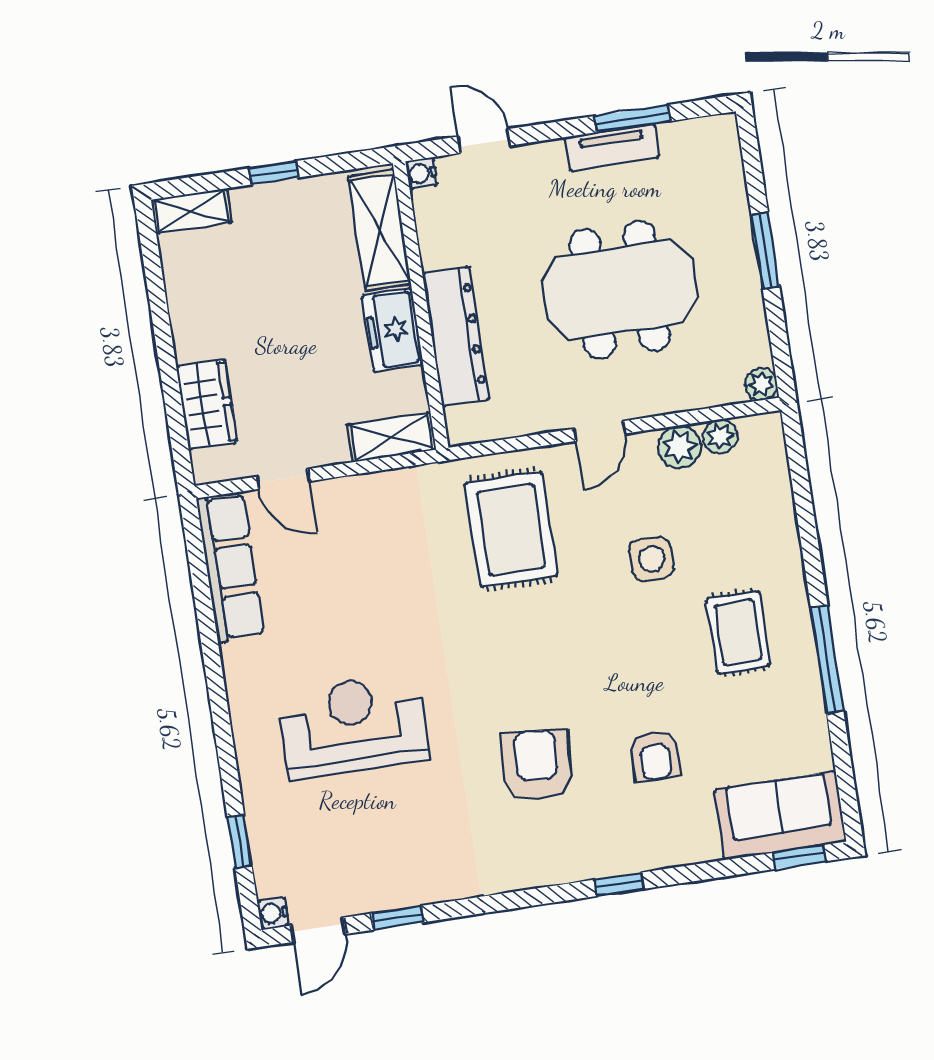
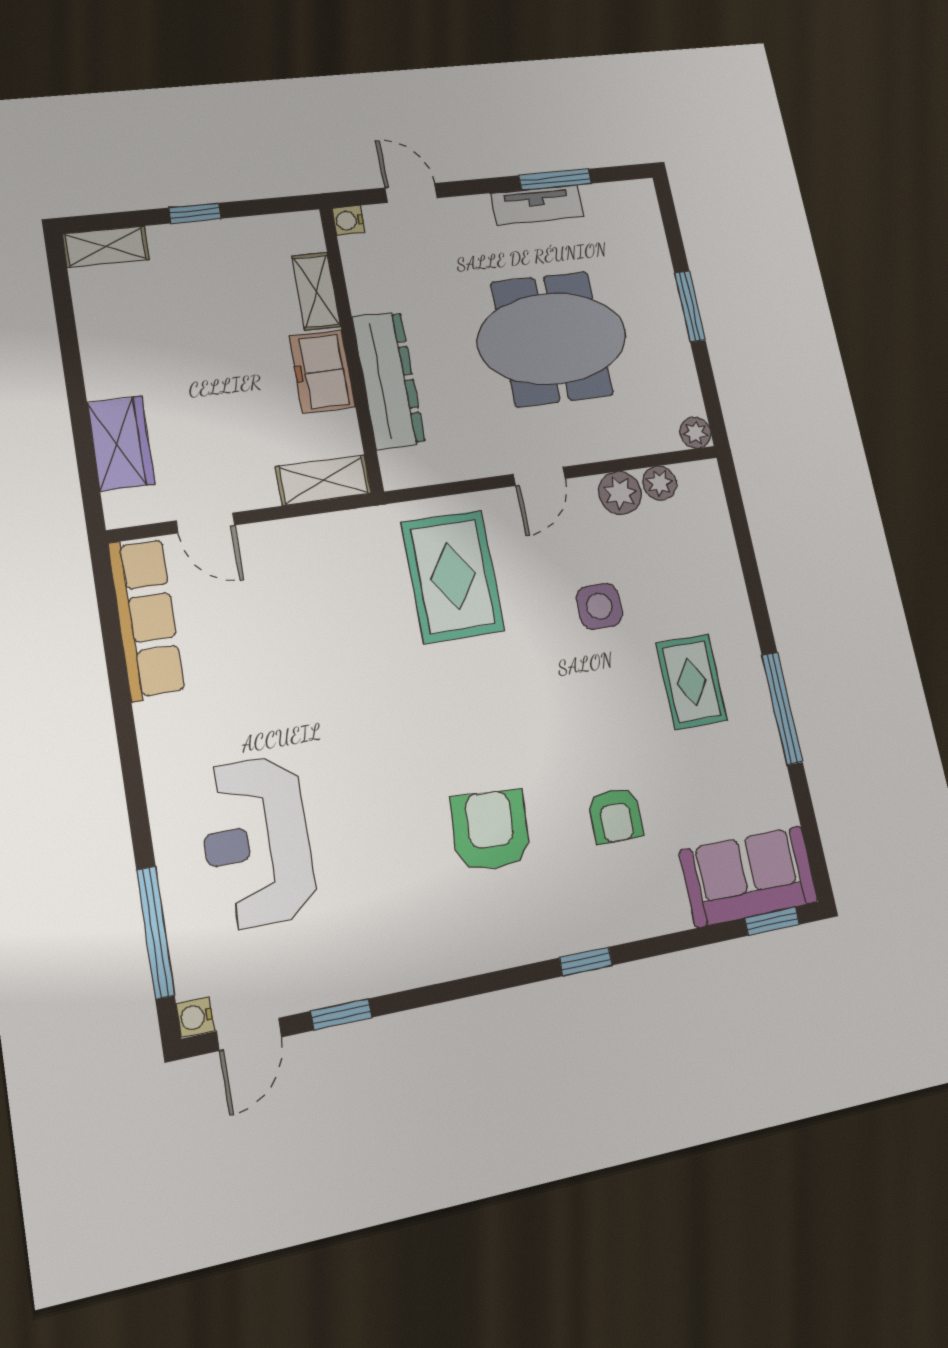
shelving: (380, 230) -> (316, 291), width x0.67, depth x0.75
reception desk: (354, 726) -> (257, 842), moved, turned -90
window: (240, 841) -> (155, 932), width x2.17

